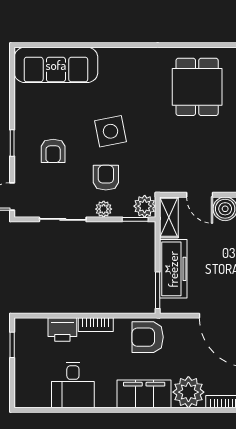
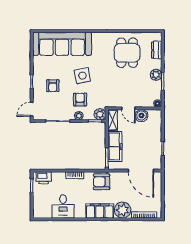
sofa: (56, 65) -> (62, 44), width x1.36, depth x1.27
printer: (62, 330) -> (44, 178), moved

